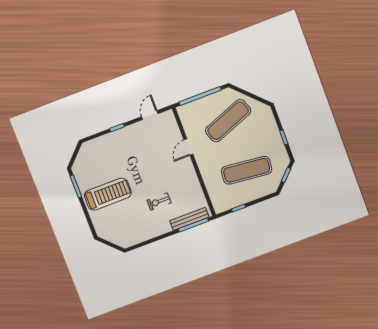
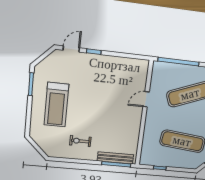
door: (150, 115) -> (71, 49), moved
treadmill: (108, 194) -> (56, 105), turned 90
exercise bike: (159, 201) -> (80, 141), moved

